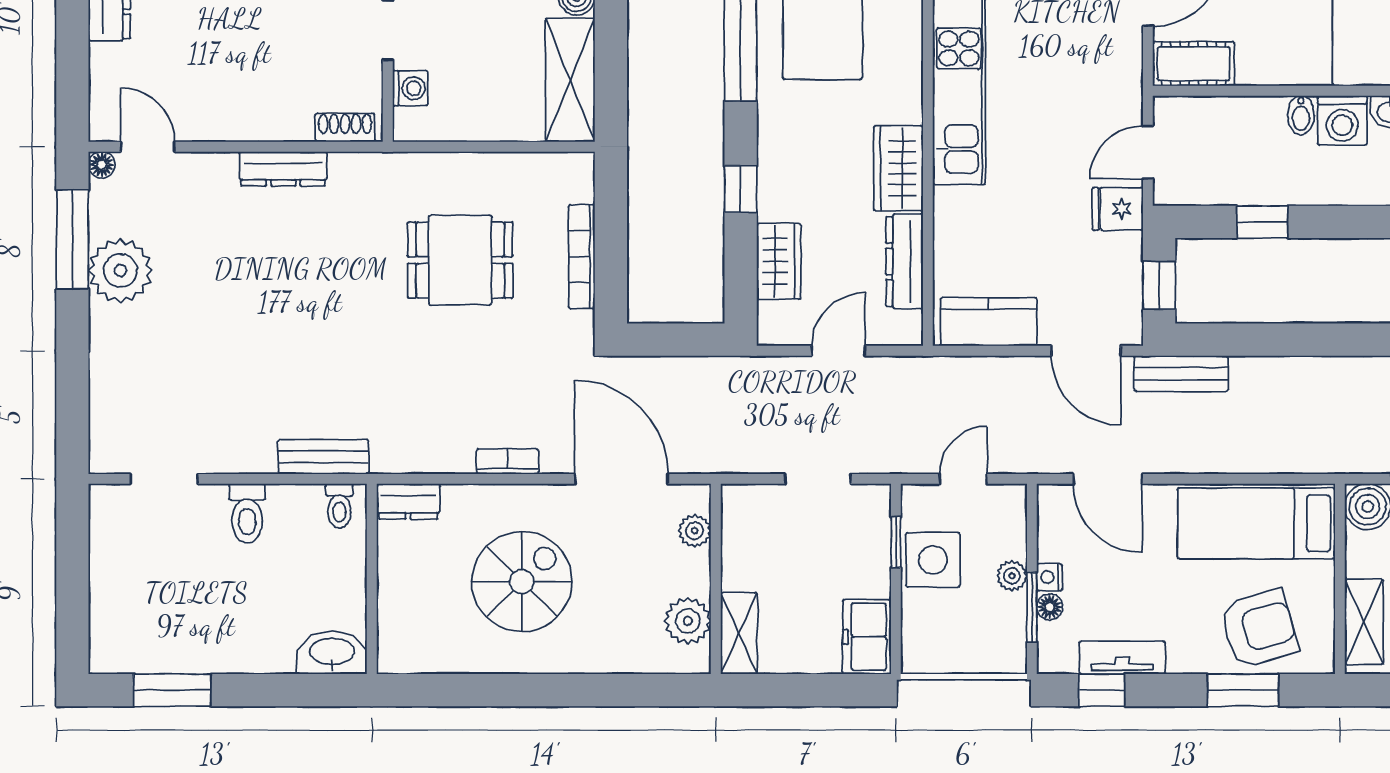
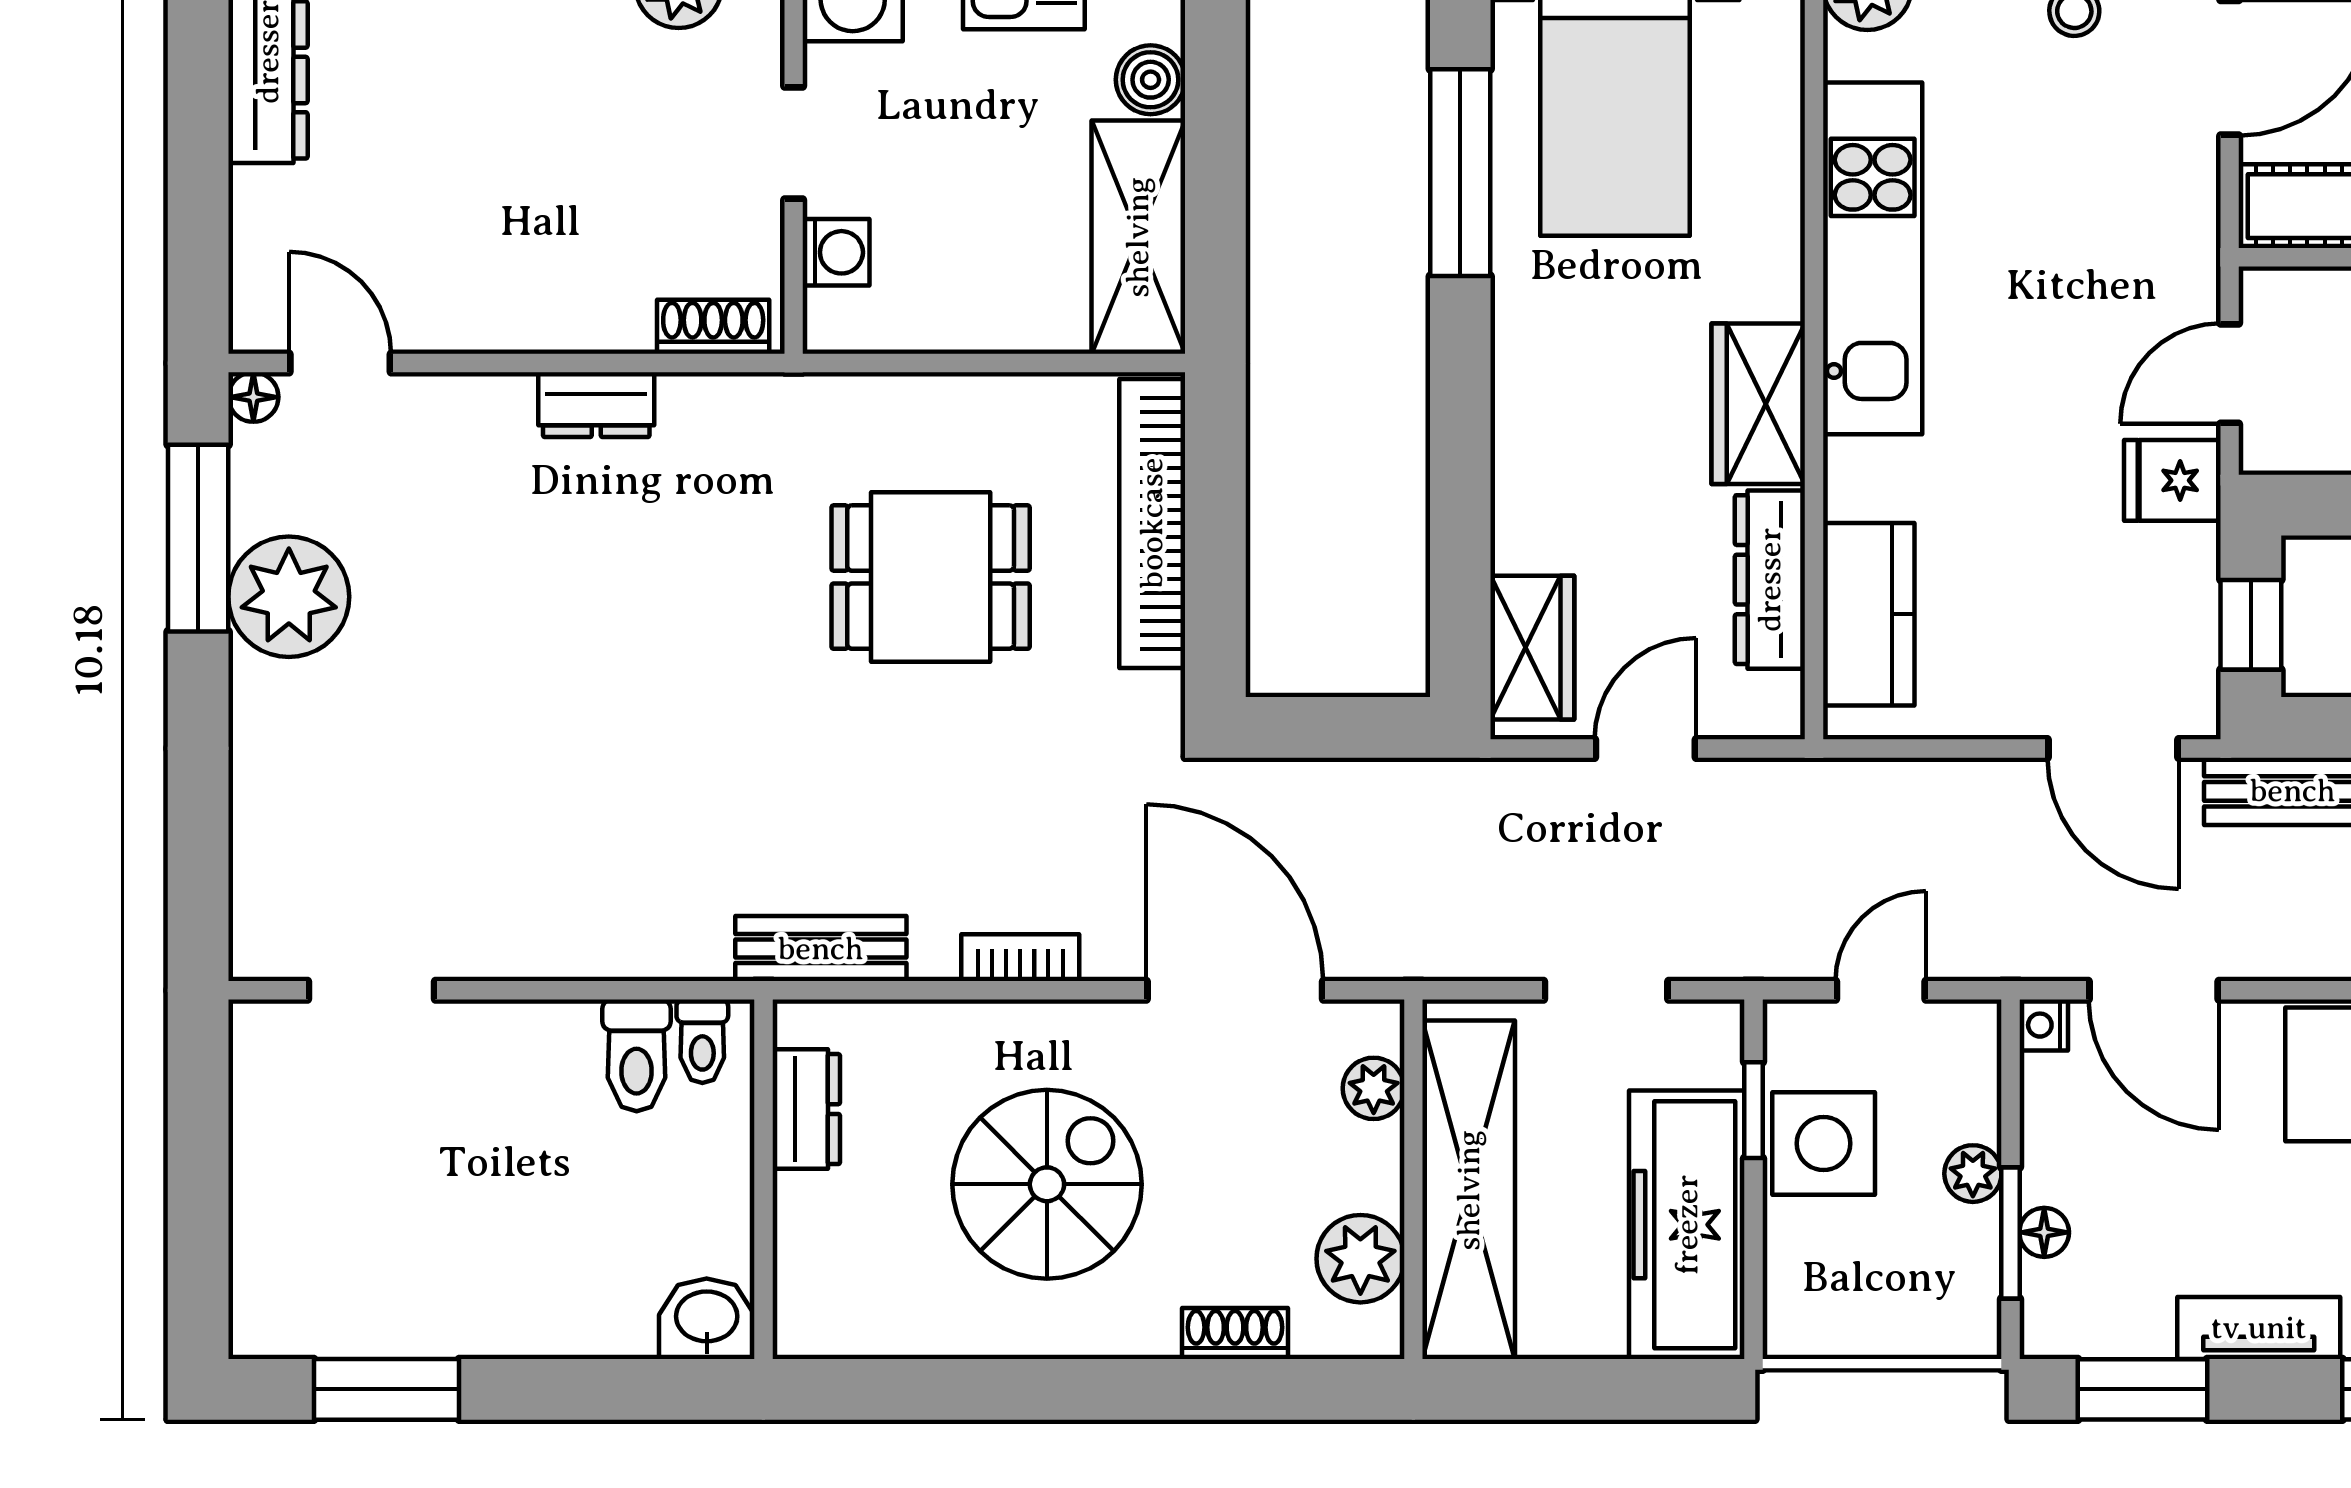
dresser: (283, 169) -> (596, 405), width x0.70
window: (741, 189) -> (1460, 443), removed
bookcase: (582, 257) -> (1152, 523), width x1.48, depth x1.31
wardrobe: (779, 261) -> (1532, 648), moved
kitchen counter: (989, 322) -> (1869, 614), moved, turned 90
bench: (323, 457) -> (821, 949), moved
dresser: (408, 501) -> (806, 1109), moved, turned -90
toilet: (247, 513) -> (637, 1055), moved
nightstand: (1049, 577) -> (2044, 1025), moved
shelving: (739, 633) -> (1469, 1190), width x2.20, depth x1.33
freezer: (867, 637) -> (1687, 1225), width x1.91, depth x1.26
washbasin: (332, 653) -> (707, 1319), width x0.72
tv unit: (1122, 658) -> (2259, 1328), moved
shoe rack: (621, 660) -> (1235, 1333), added
window: (1102, 690) -> (2143, 1389), width x1.50

